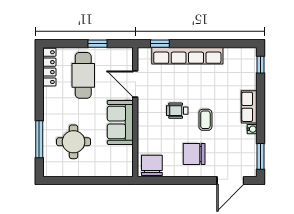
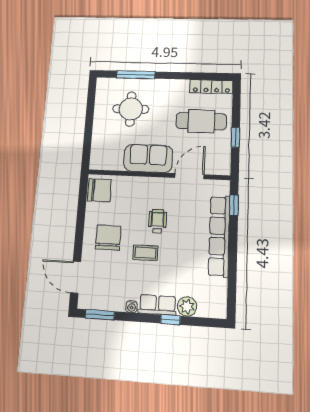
window: (260, 65) -> (170, 320), moved
plant: (249, 81) -> (187, 306), added

